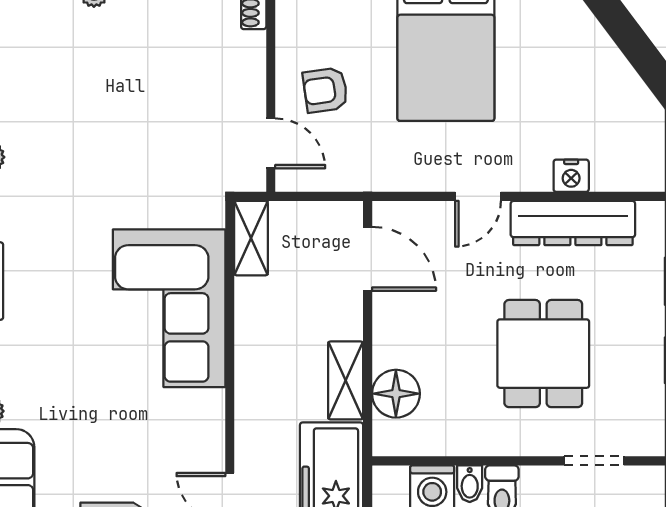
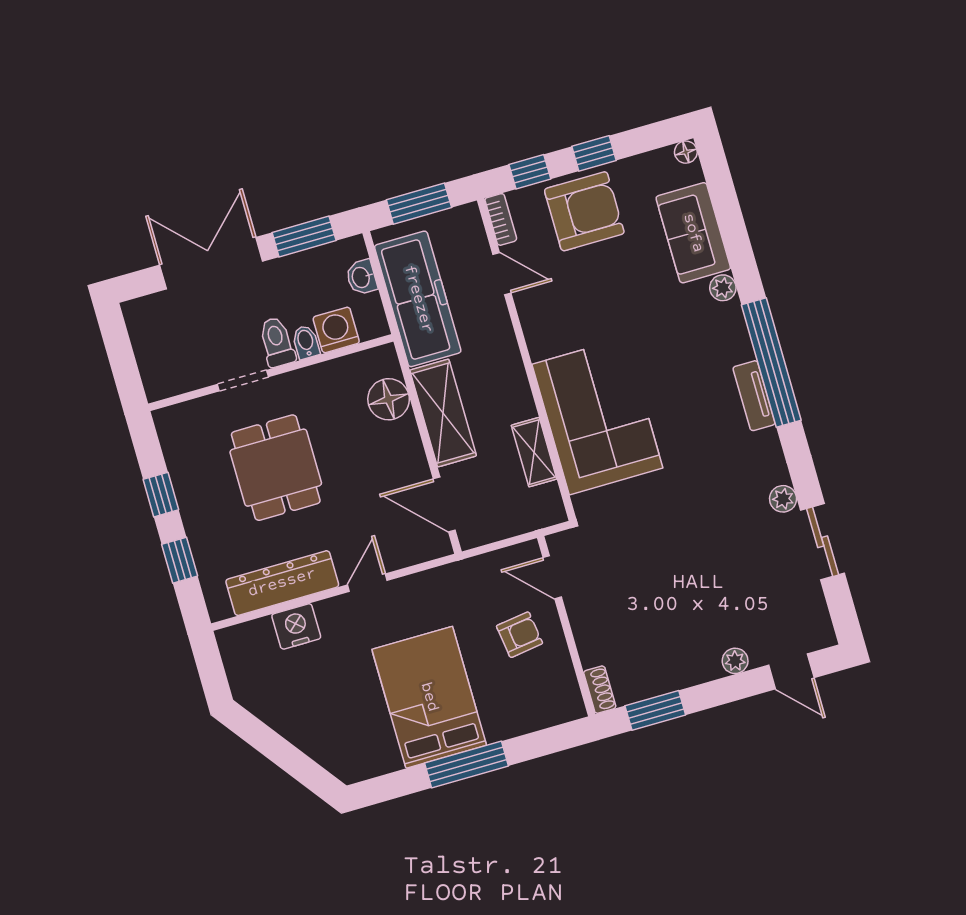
nightstand: (571, 176) -> (296, 626), width x1.36, depth x1.33
shelving: (251, 238) -> (534, 452), moved
shelving: (346, 380) -> (443, 413), width x1.50, depth x1.33
doorway: (594, 461) -> (243, 381), moved

